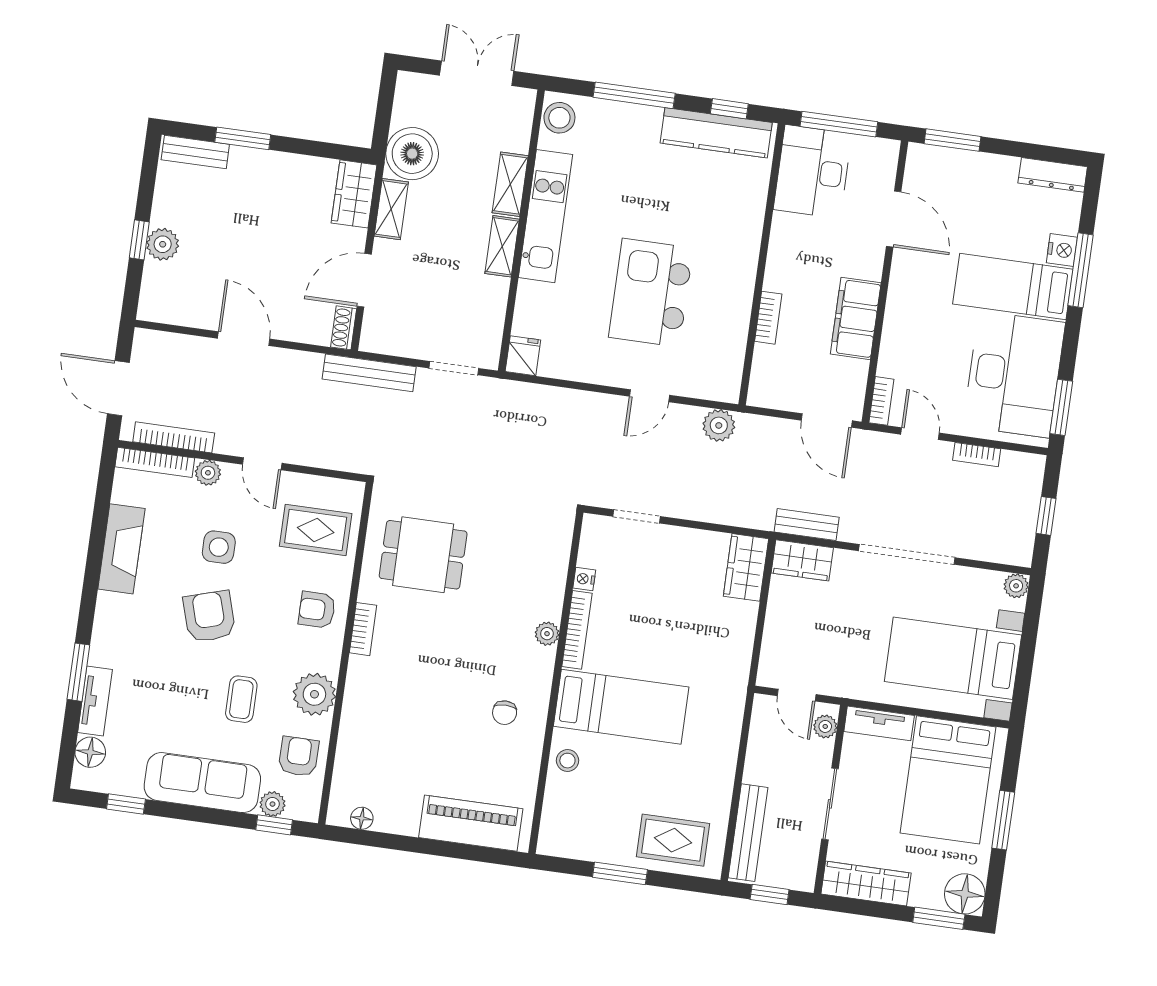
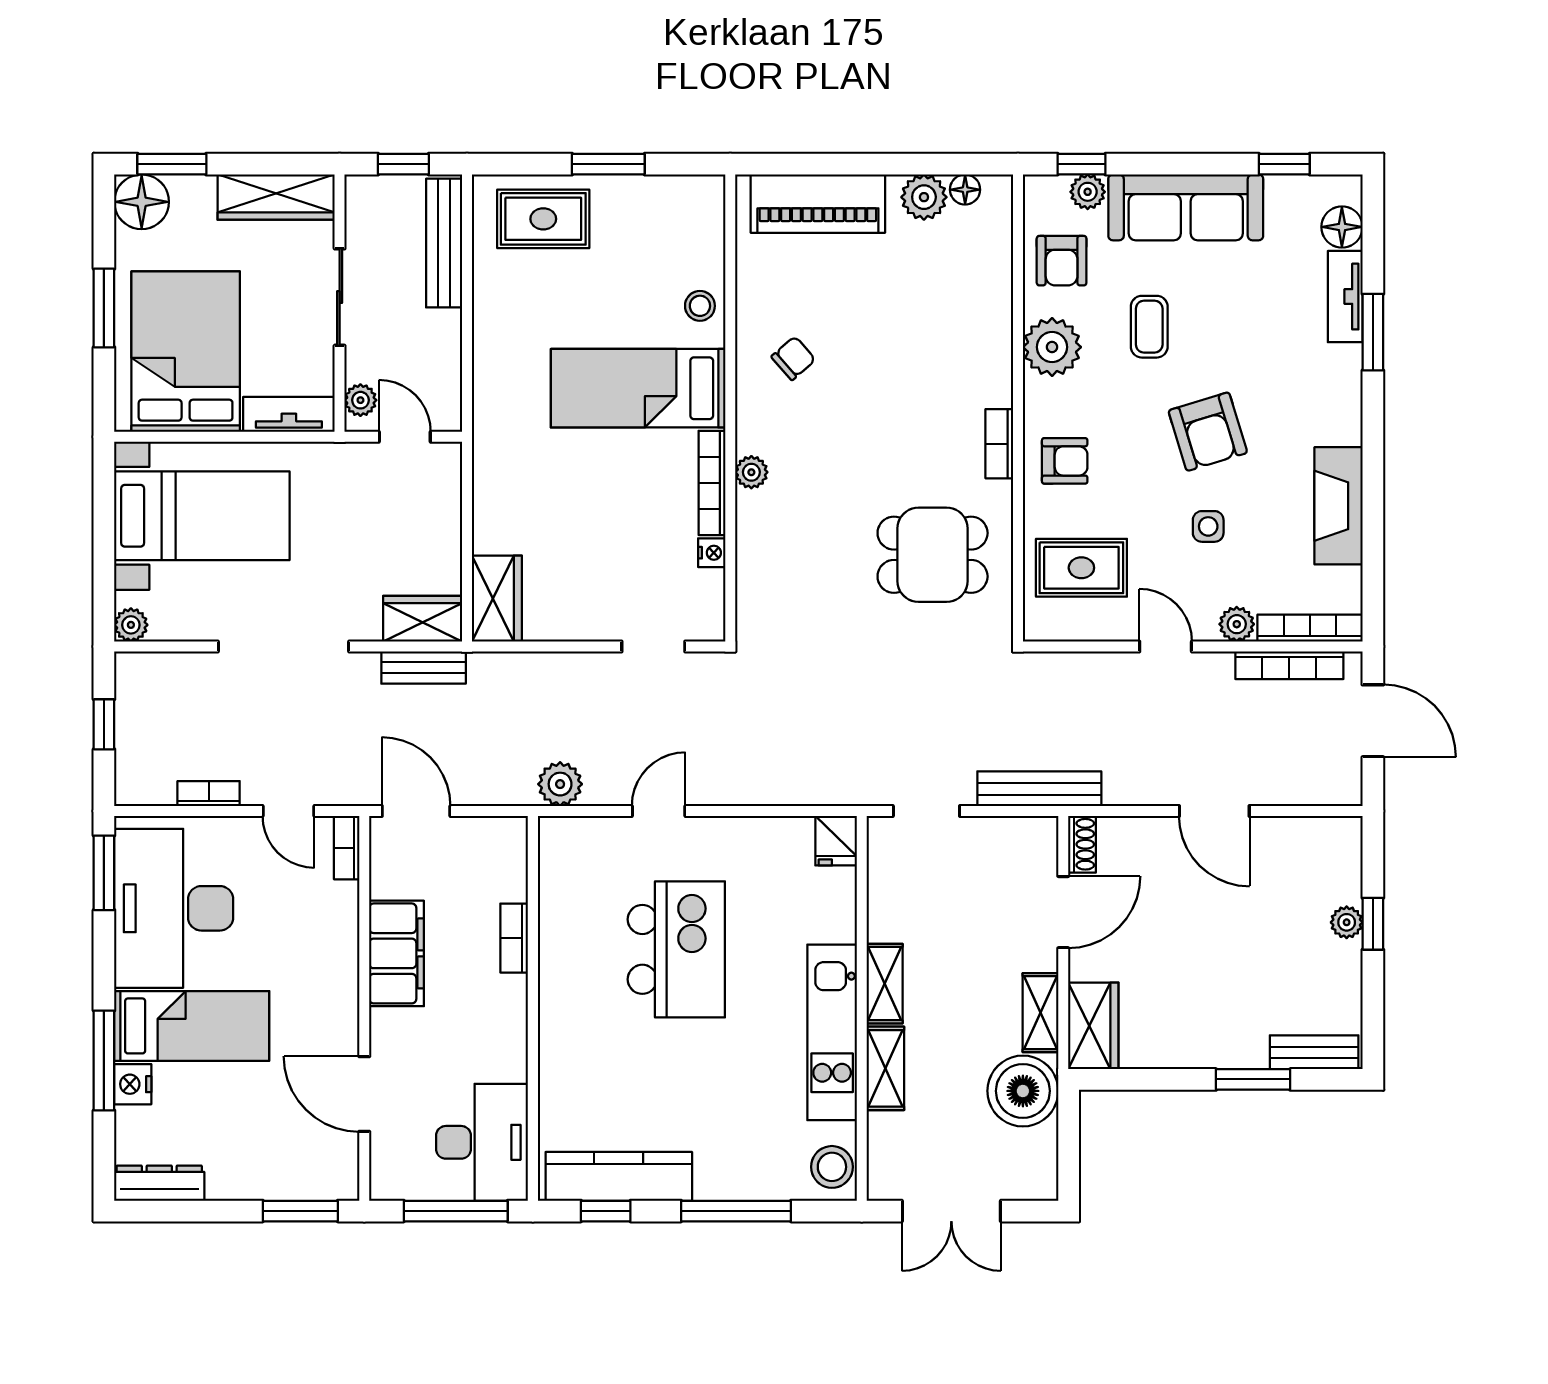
plant: (163, 244) -> (1347, 922), width x0.73, depth x0.73
side table: (219, 547) -> (1208, 526), width x0.73, depth x0.73
chair: (505, 713) -> (793, 358), turned 49
plant: (393, 817) -> (924, 197), added

